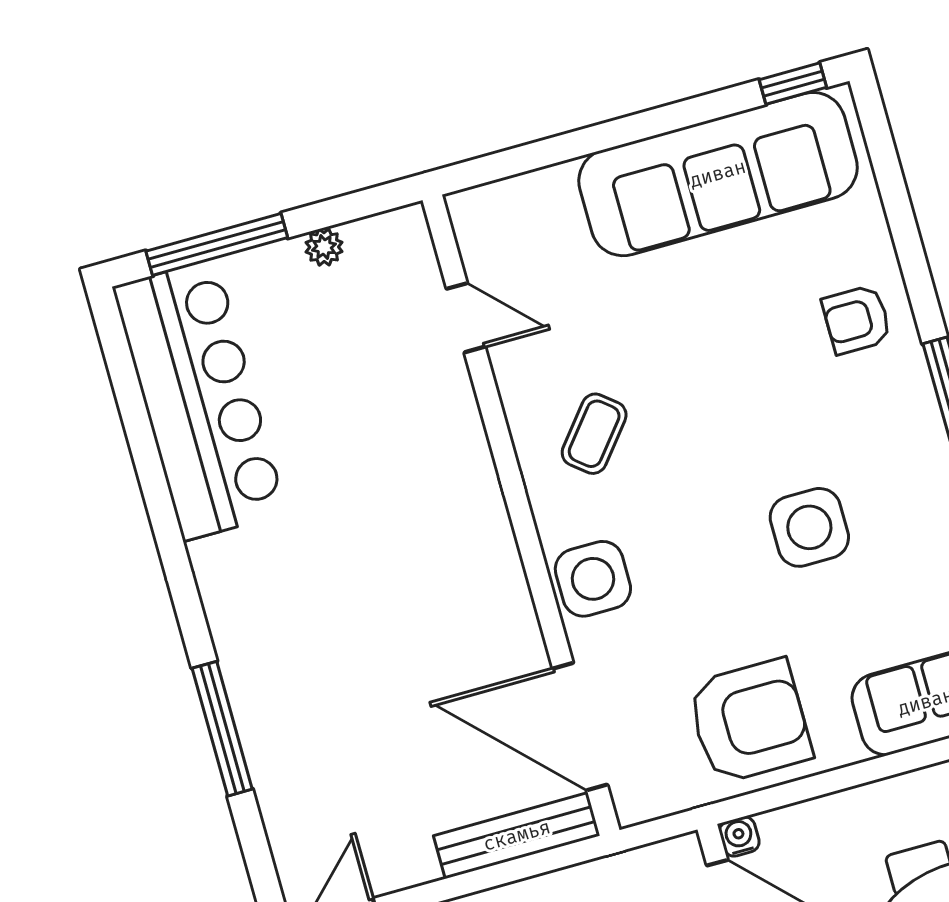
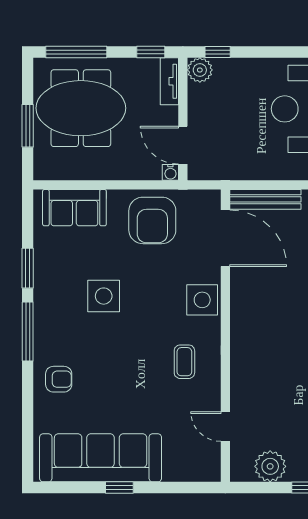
window: (793, 84) -> (119, 488), moved
plant: (324, 247) -> (270, 466), width x1.88, depth x1.88
coffee table: (594, 434) -> (184, 362), turned -39
armchair: (749, 721) -> (152, 220), turned -90

